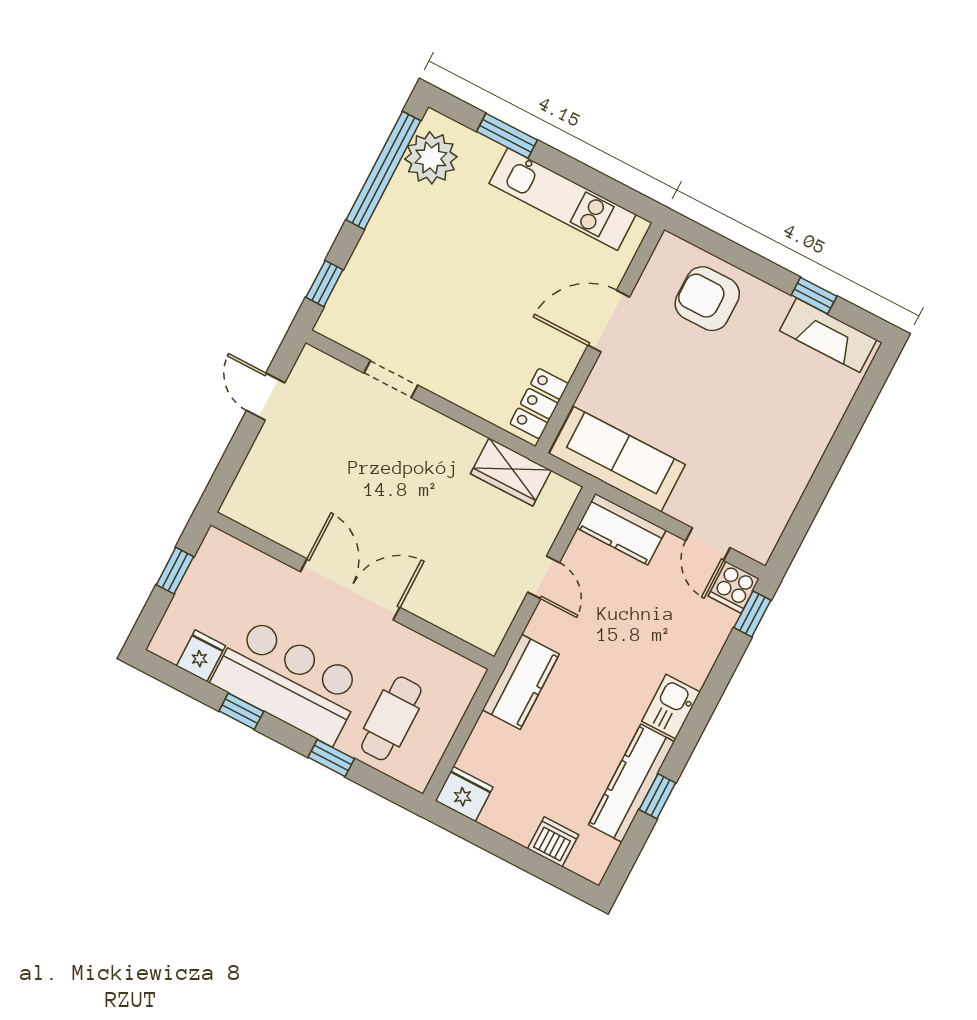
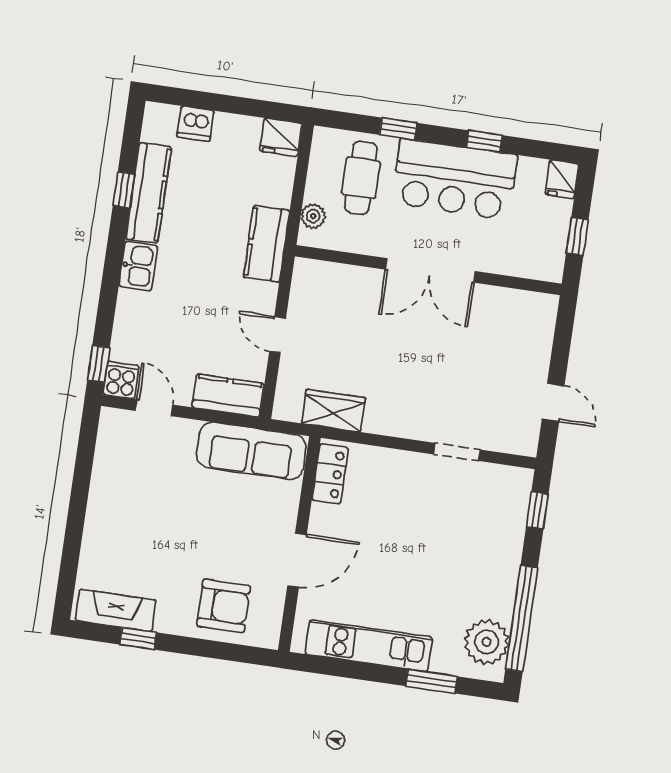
fridge: (201, 656) -> (562, 179), moved
plant: (459, 694) -> (313, 216), added

